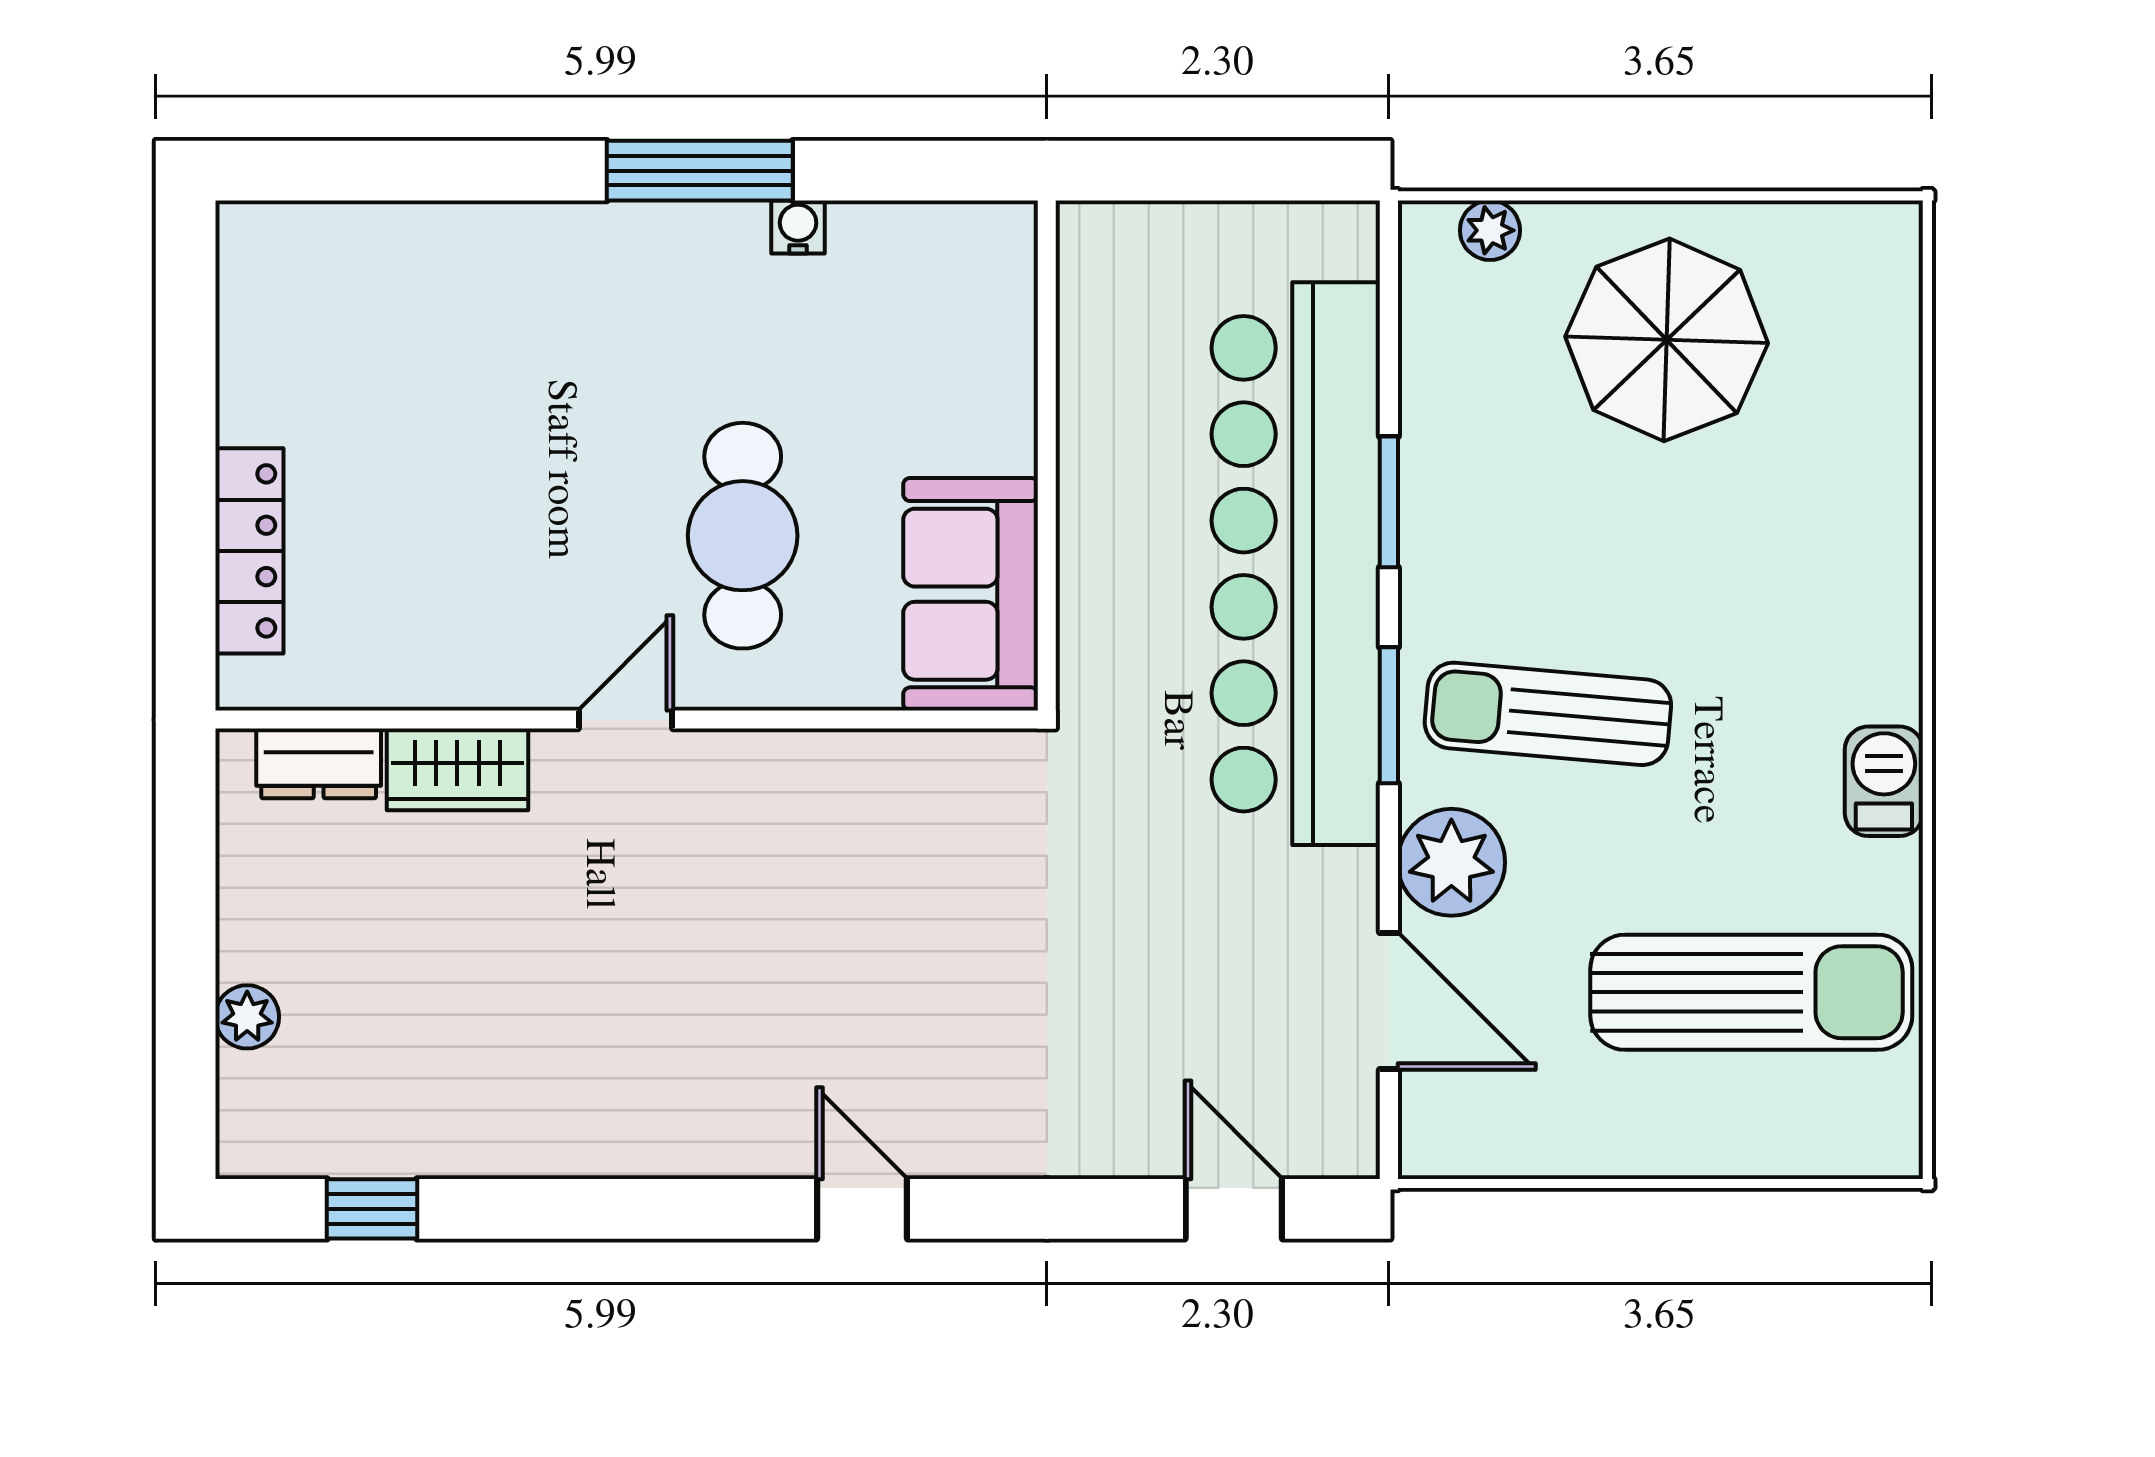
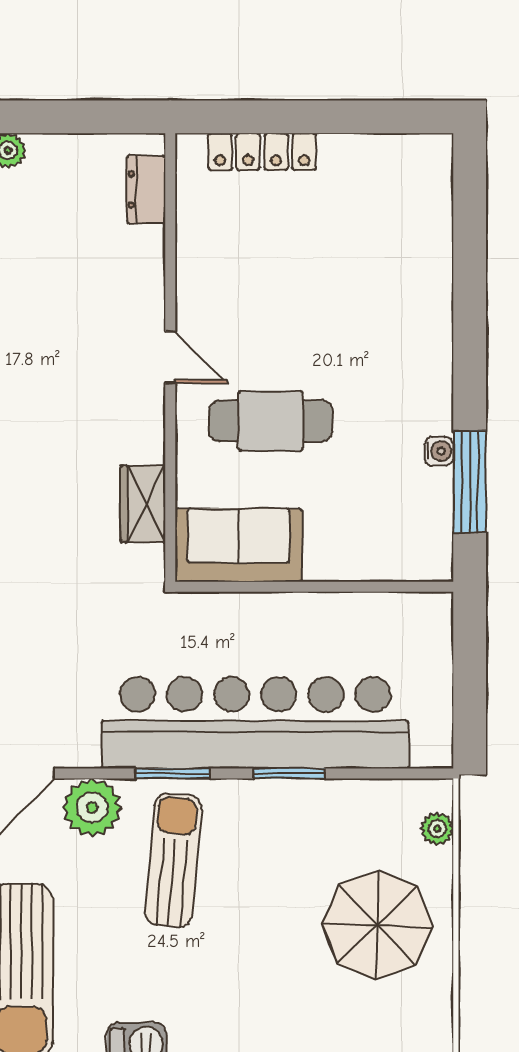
window: (700, 171) -> (470, 482), moved
wardrobe: (457, 769) -> (143, 504), moved

